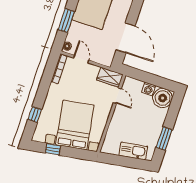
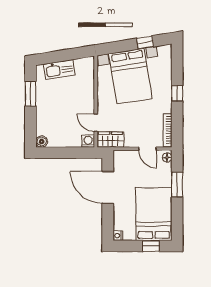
washing machine: (149, 89) -> (88, 141), moved
boiler: (163, 98) -> (42, 142), width x0.54, depth x0.54
window: (35, 115) -> (177, 93), moved

